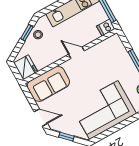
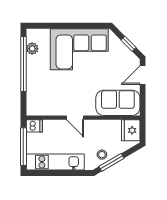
window: (27, 33) -> (111, 162), width x1.50
door: (41, 118) -> (143, 75), hinge flipped

